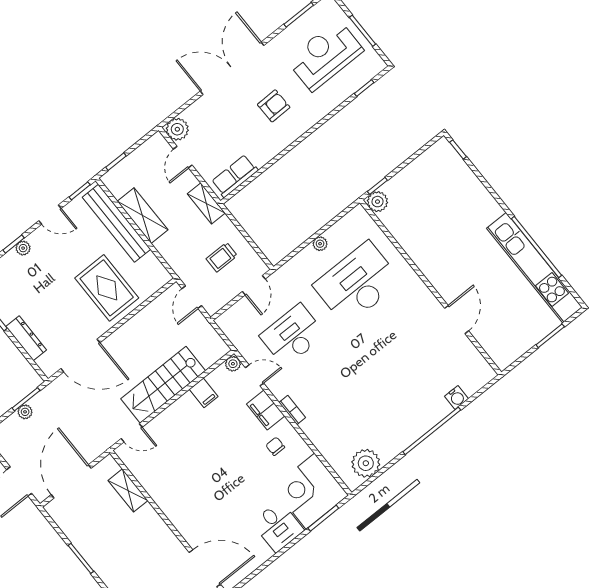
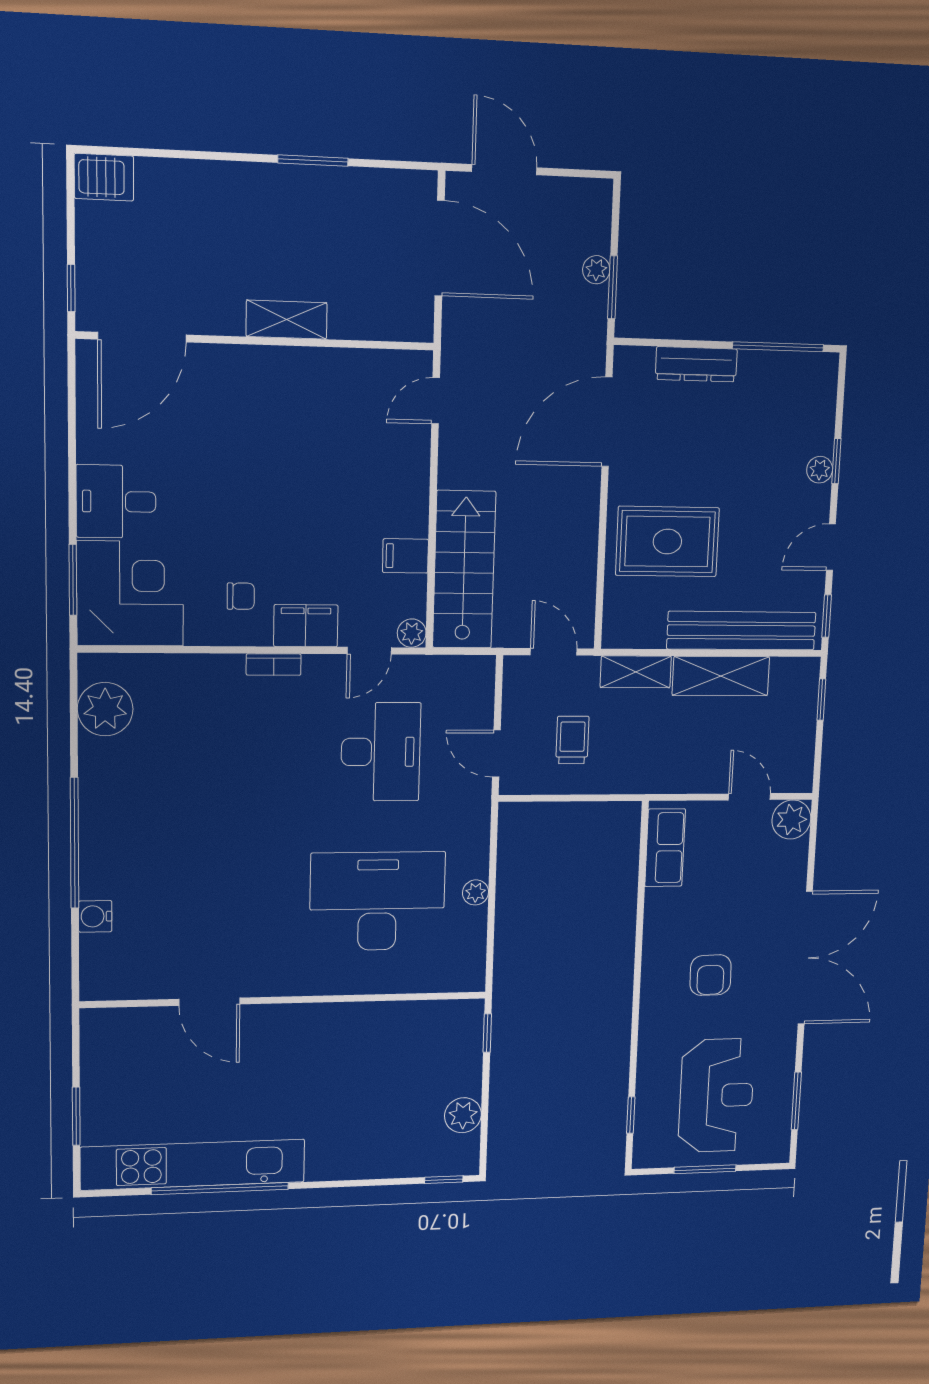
plant: (377, 202) -> (463, 1115), moved
shelving: (206, 203) -> (636, 672), moved
desk: (357, 283) -> (377, 901), turned -90
stairs: (163, 385) -> (464, 570), moved
shelving: (128, 490) -> (287, 320), moved

